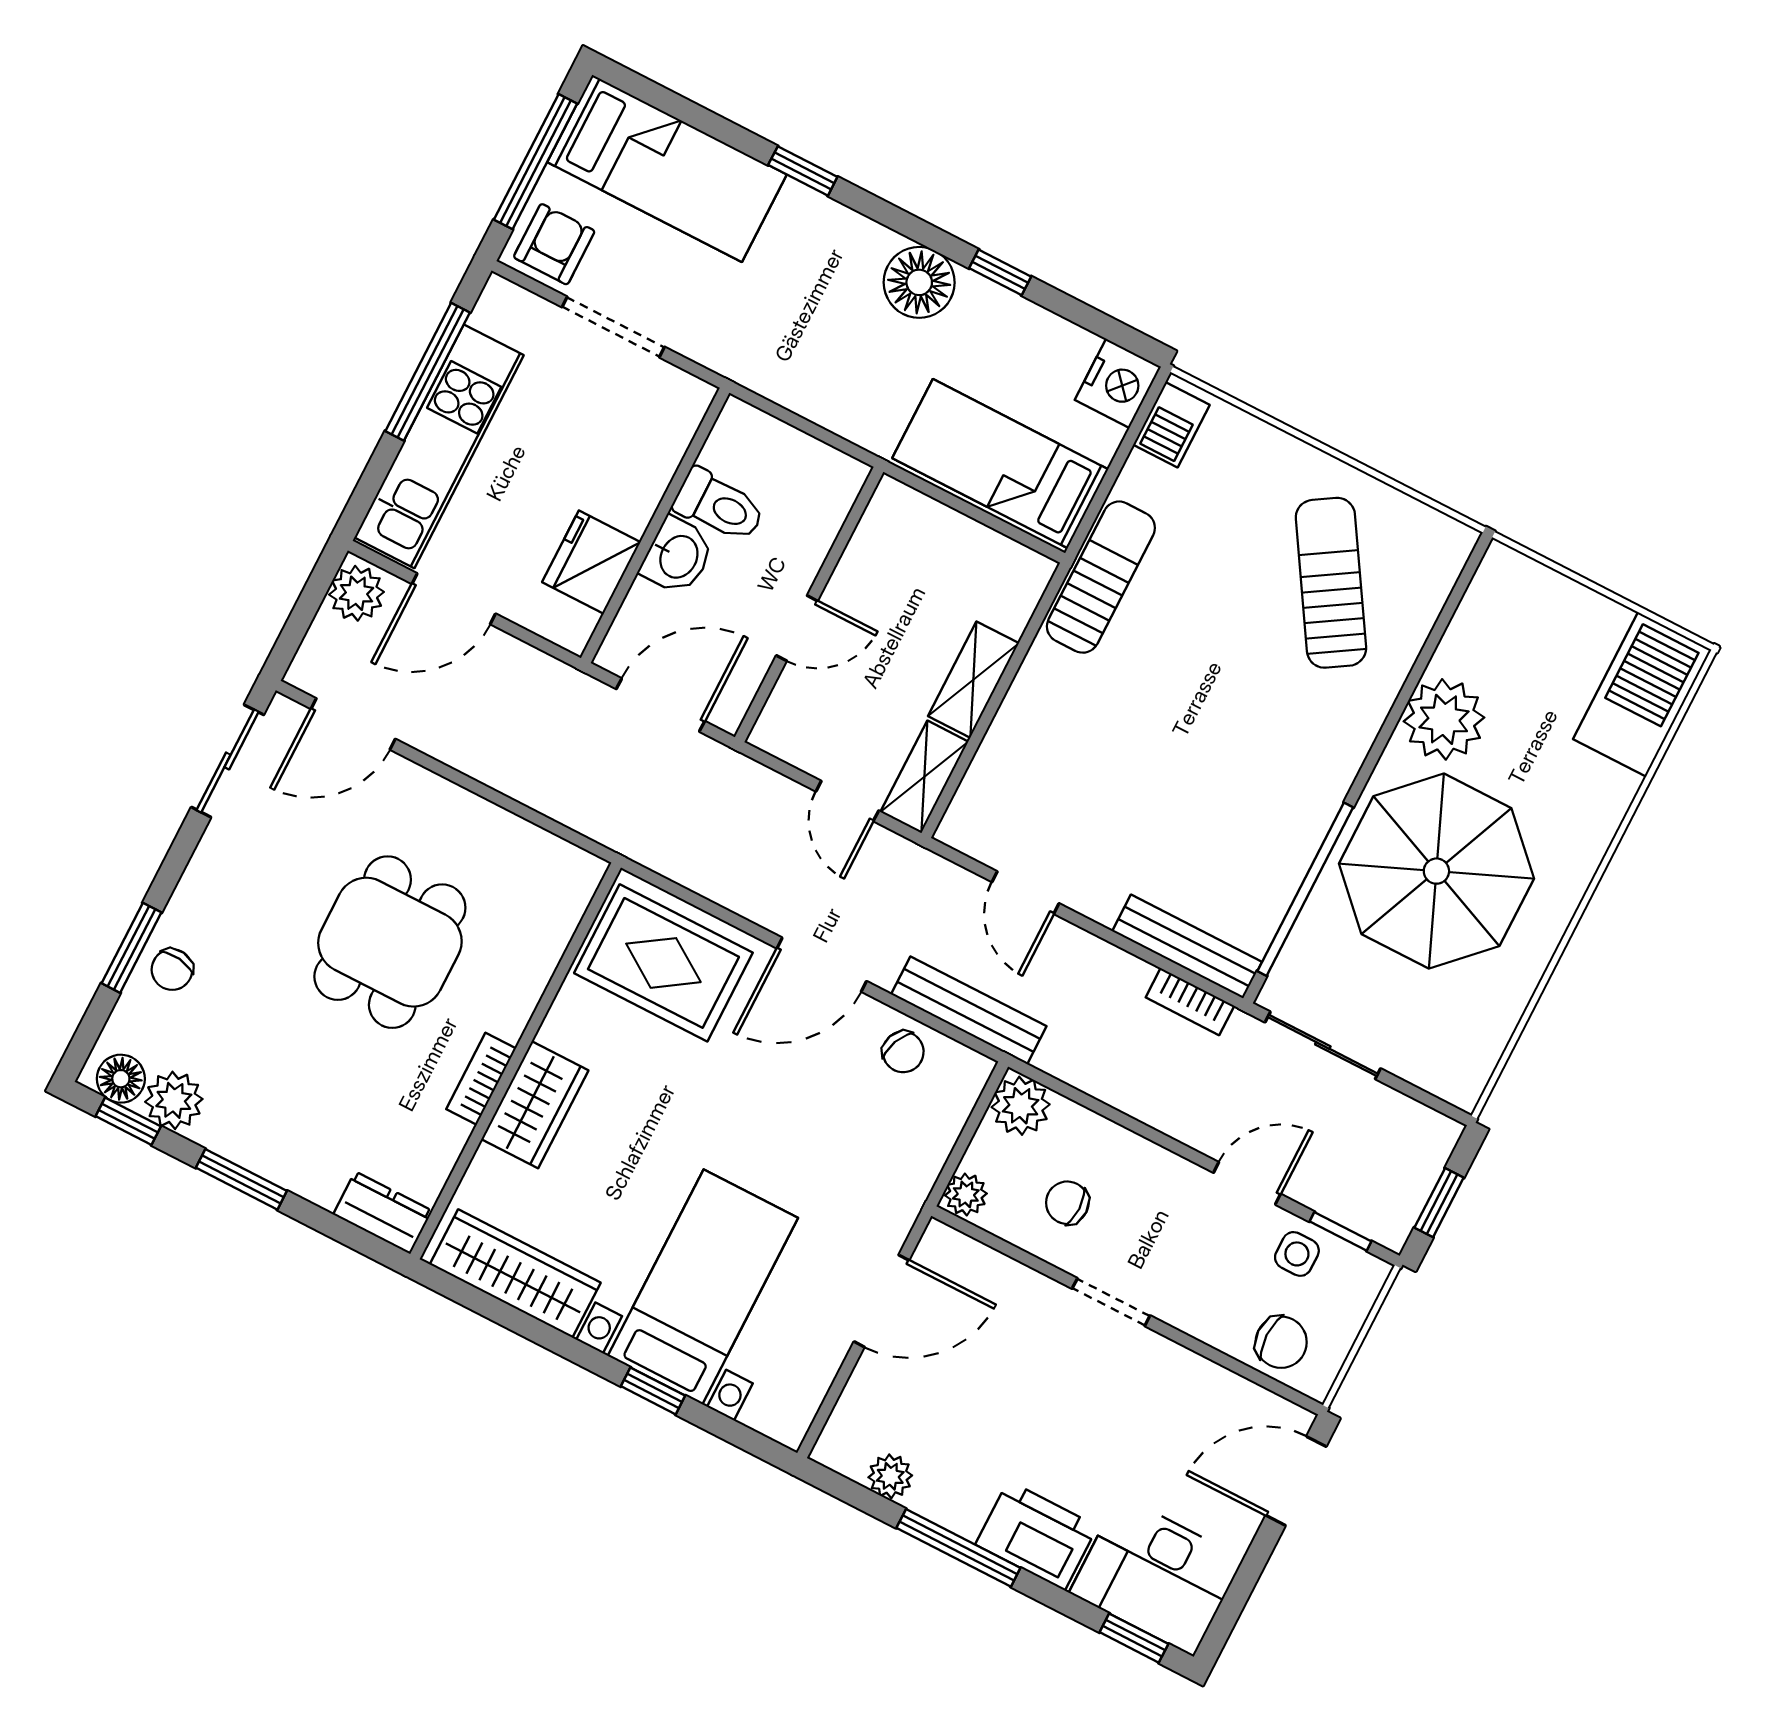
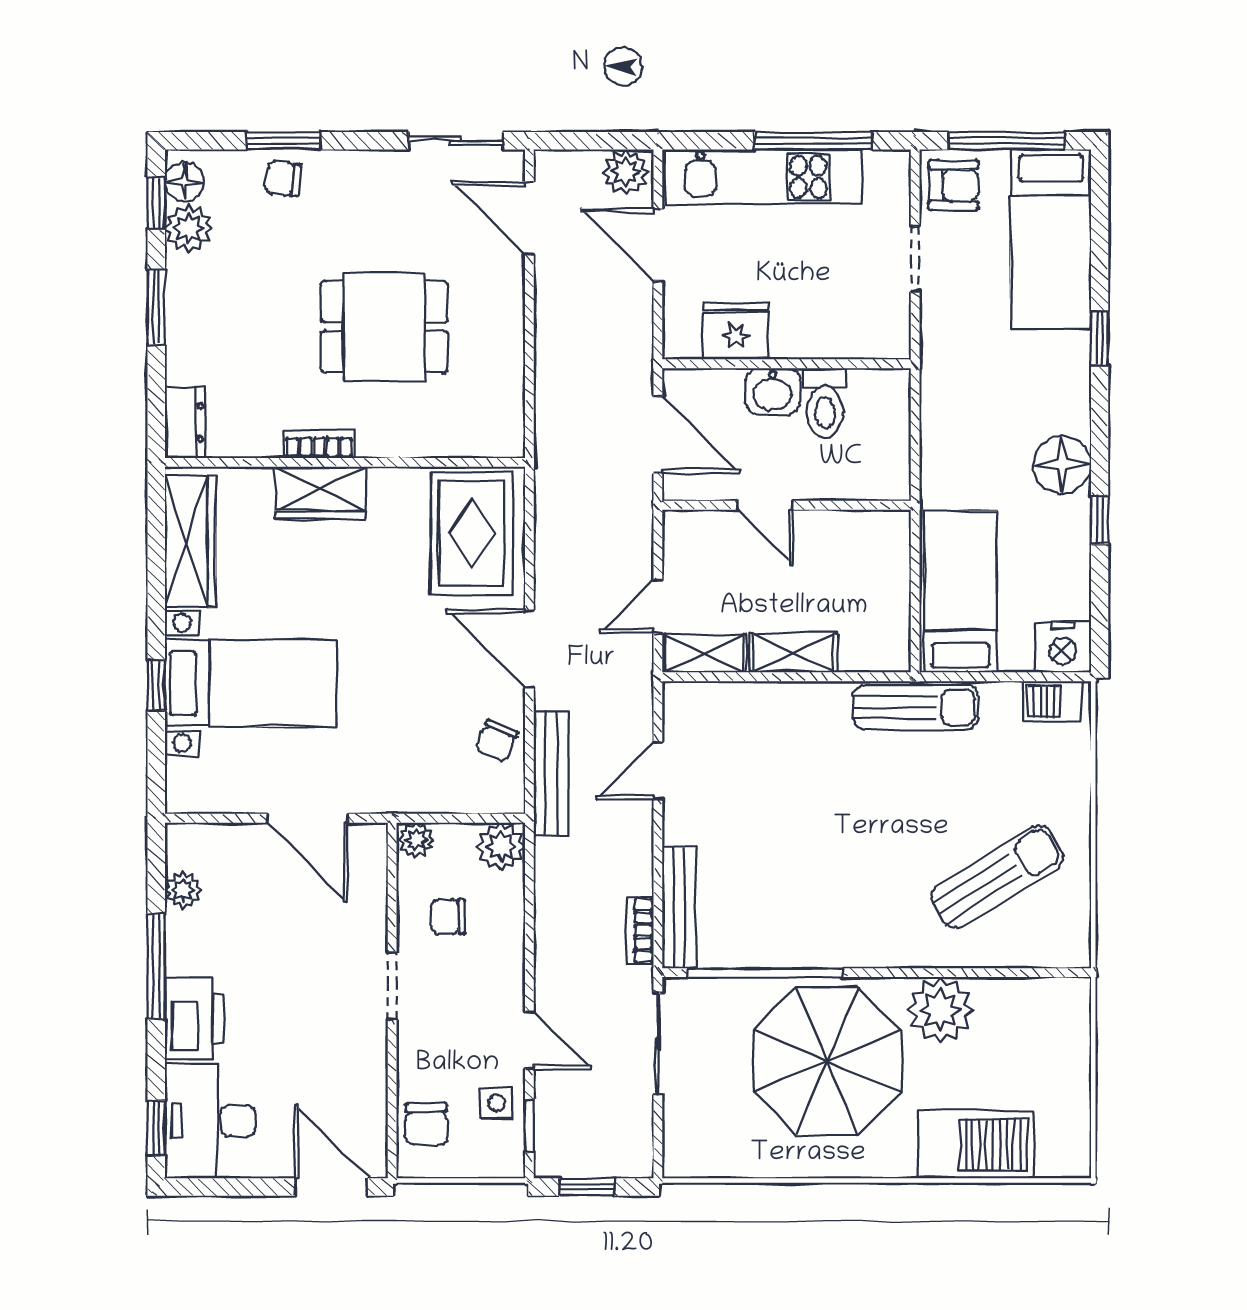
doorway: (613, 327) -> (915, 259), width x0.73
barbecue: (1642, 694) -> (976, 1145), moved
chair: (1067, 1203) -> (448, 917), turned -90

